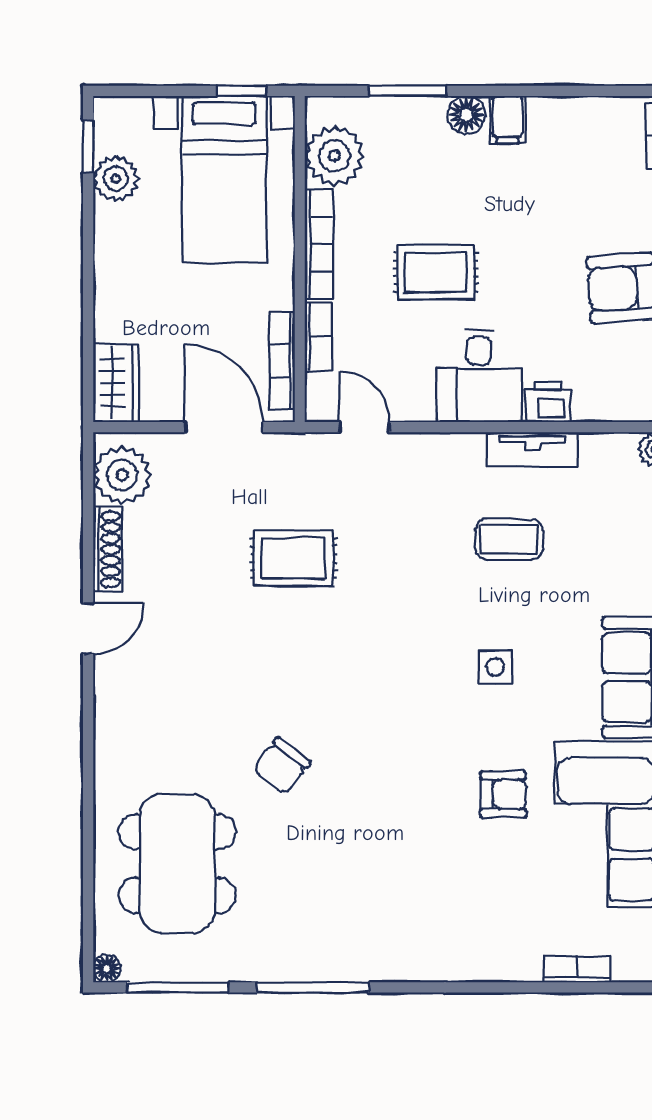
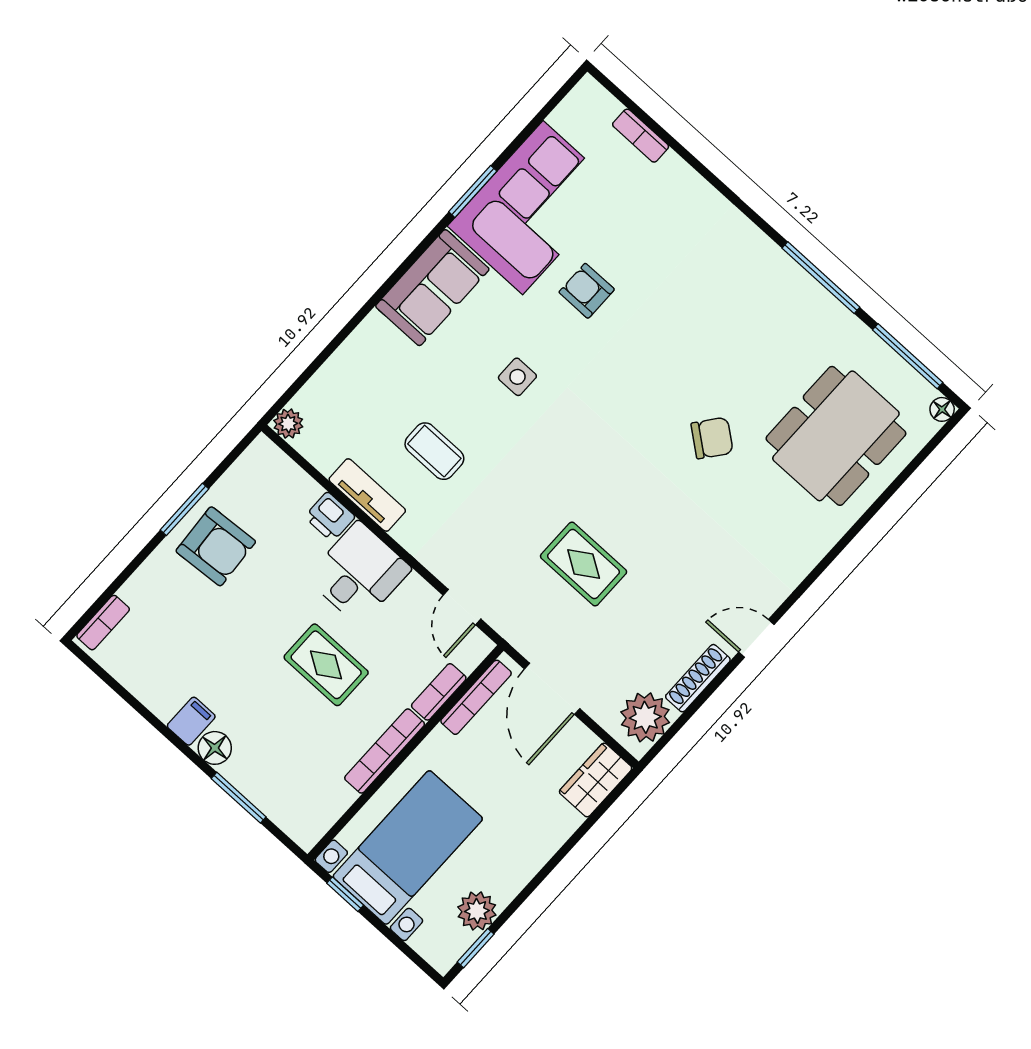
plant: (334, 156) -> (323, 799), removed

